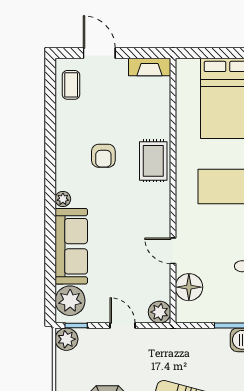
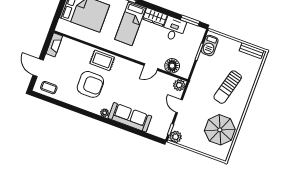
door: (99, 53) -> (38, 68), hinge flipped
armchair: (103, 156) -> (90, 84), width x1.88, depth x1.88
plant: (70, 301) -> (157, 128), removed
door: (123, 326) -> (179, 106), hinge flipped

